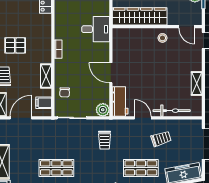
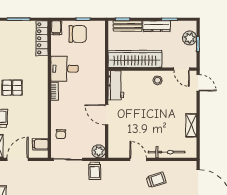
desk: (96, 29) -> (64, 69), moved, turned 180
shelving: (46, 76) -> (43, 118), removed
workbench: (120, 102) -> (116, 85), moved
trolley: (105, 140) -> (95, 171), moved

